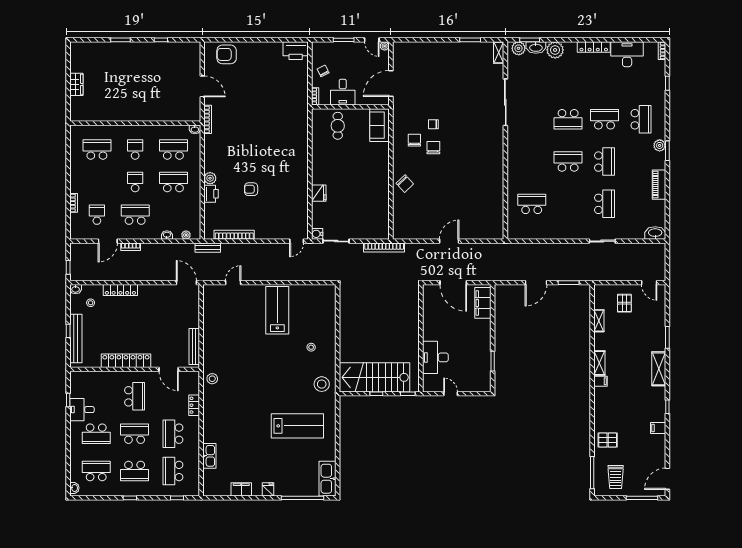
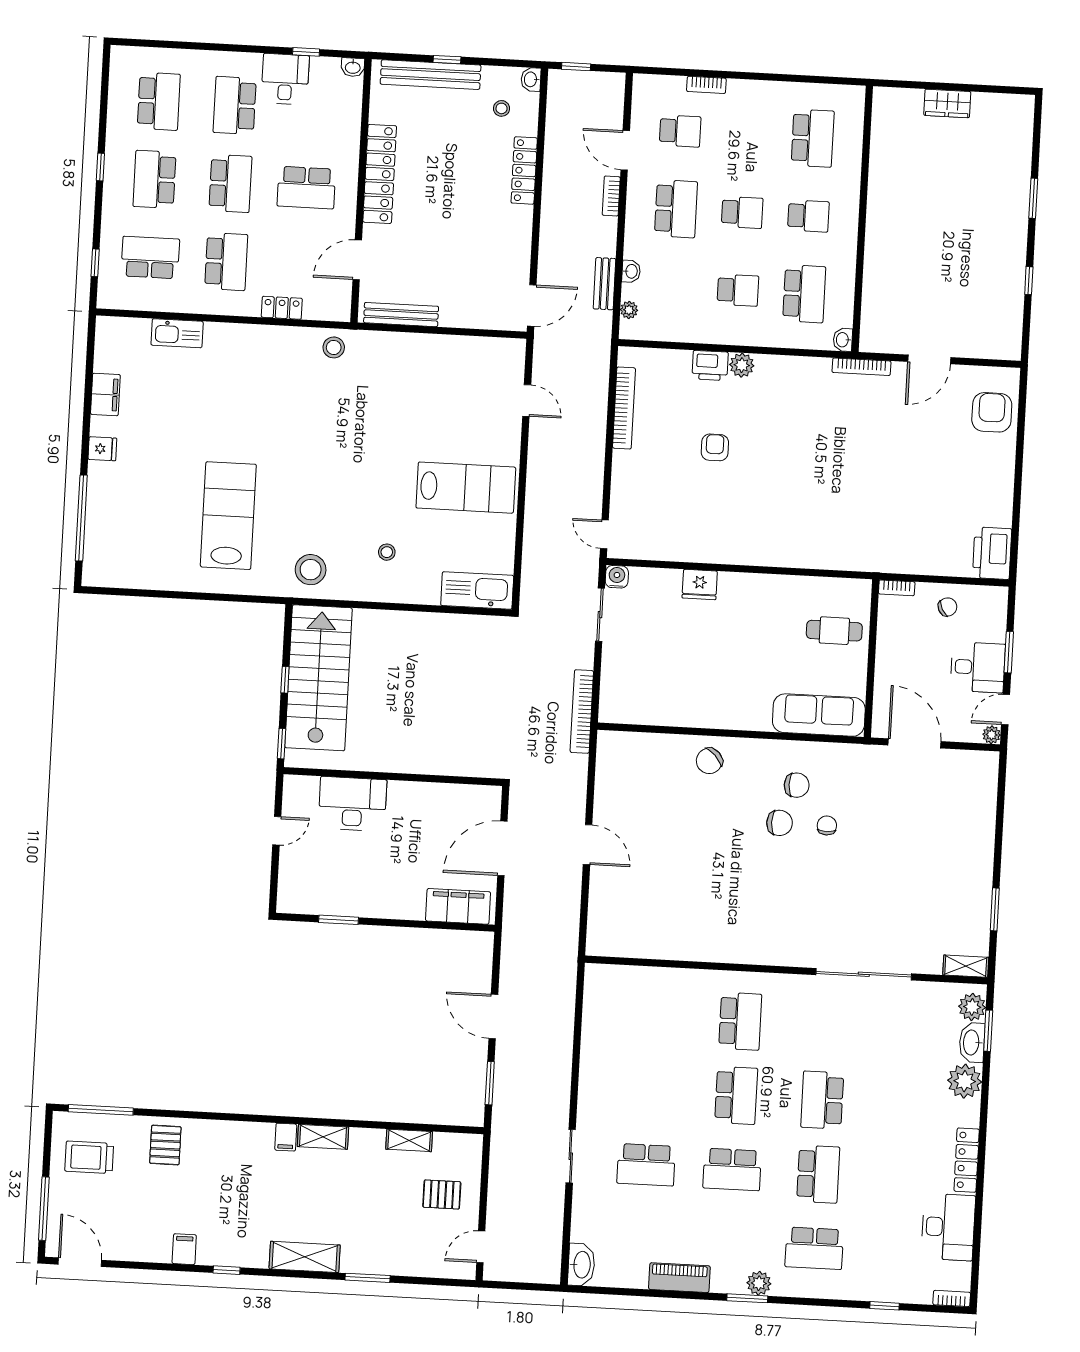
desk: (343, 92) -> (978, 667), moved, turned 180
sofa: (379, 125) -> (819, 715), width x1.36
school desk: (173, 182) -> (738, 290), width x0.54
school desk: (532, 204) -> (740, 1021), moved
bench: (208, 248) -> (605, 284), moved
lab bench: (297, 426) -> (228, 516), turned 180
school desk: (173, 434) -> (226, 262), turned 90
kitchen sink: (327, 479) -> (477, 590), moved
washbasin: (74, 488) -> (353, 67), moved

